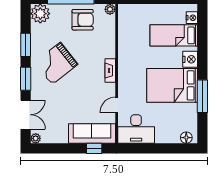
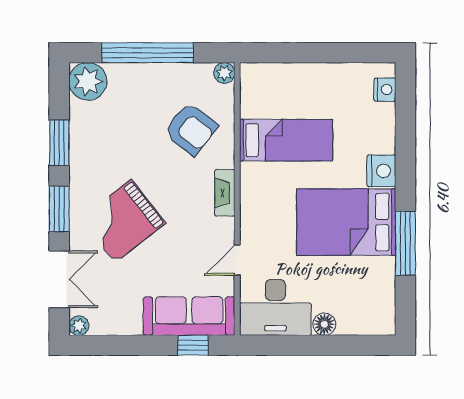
armchair: (83, 20) -> (191, 129), moved, turned 38
bed: (174, 35) -> (286, 140), moved, turned 180
grand piano: (56, 63) -> (123, 221), moved
floor lamp: (186, 138) -> (324, 324), moved

